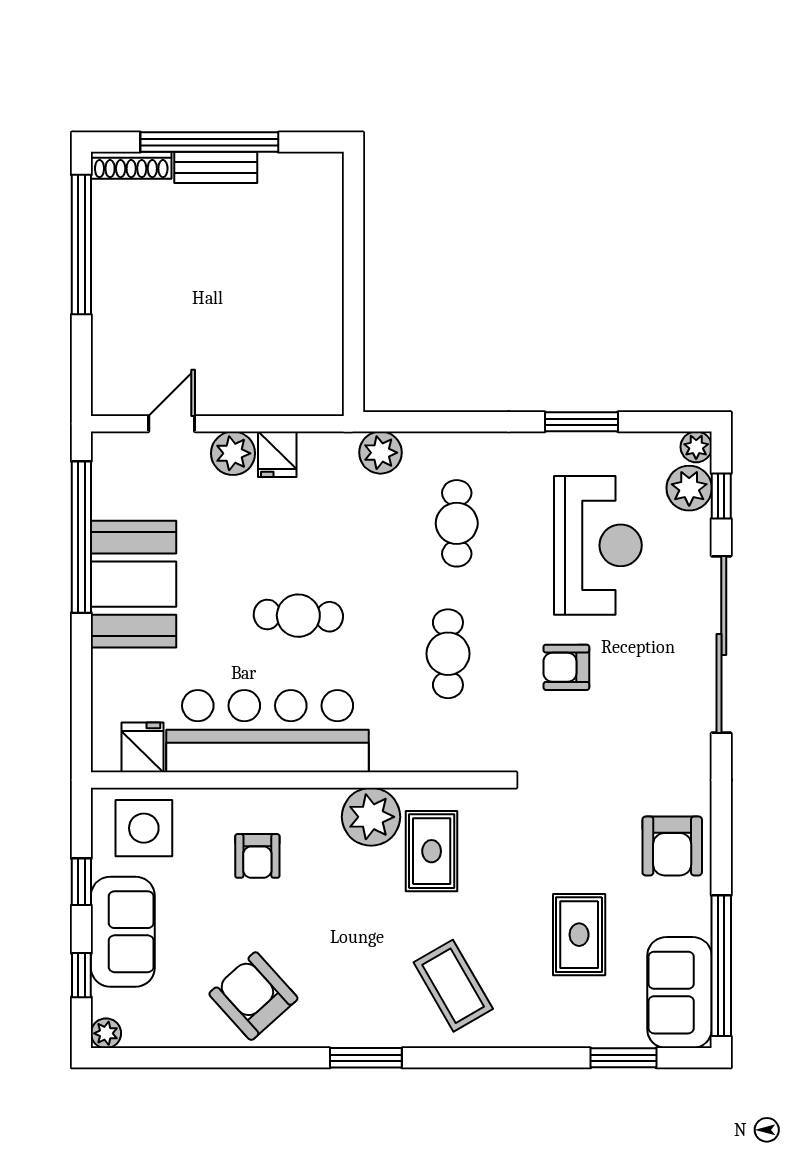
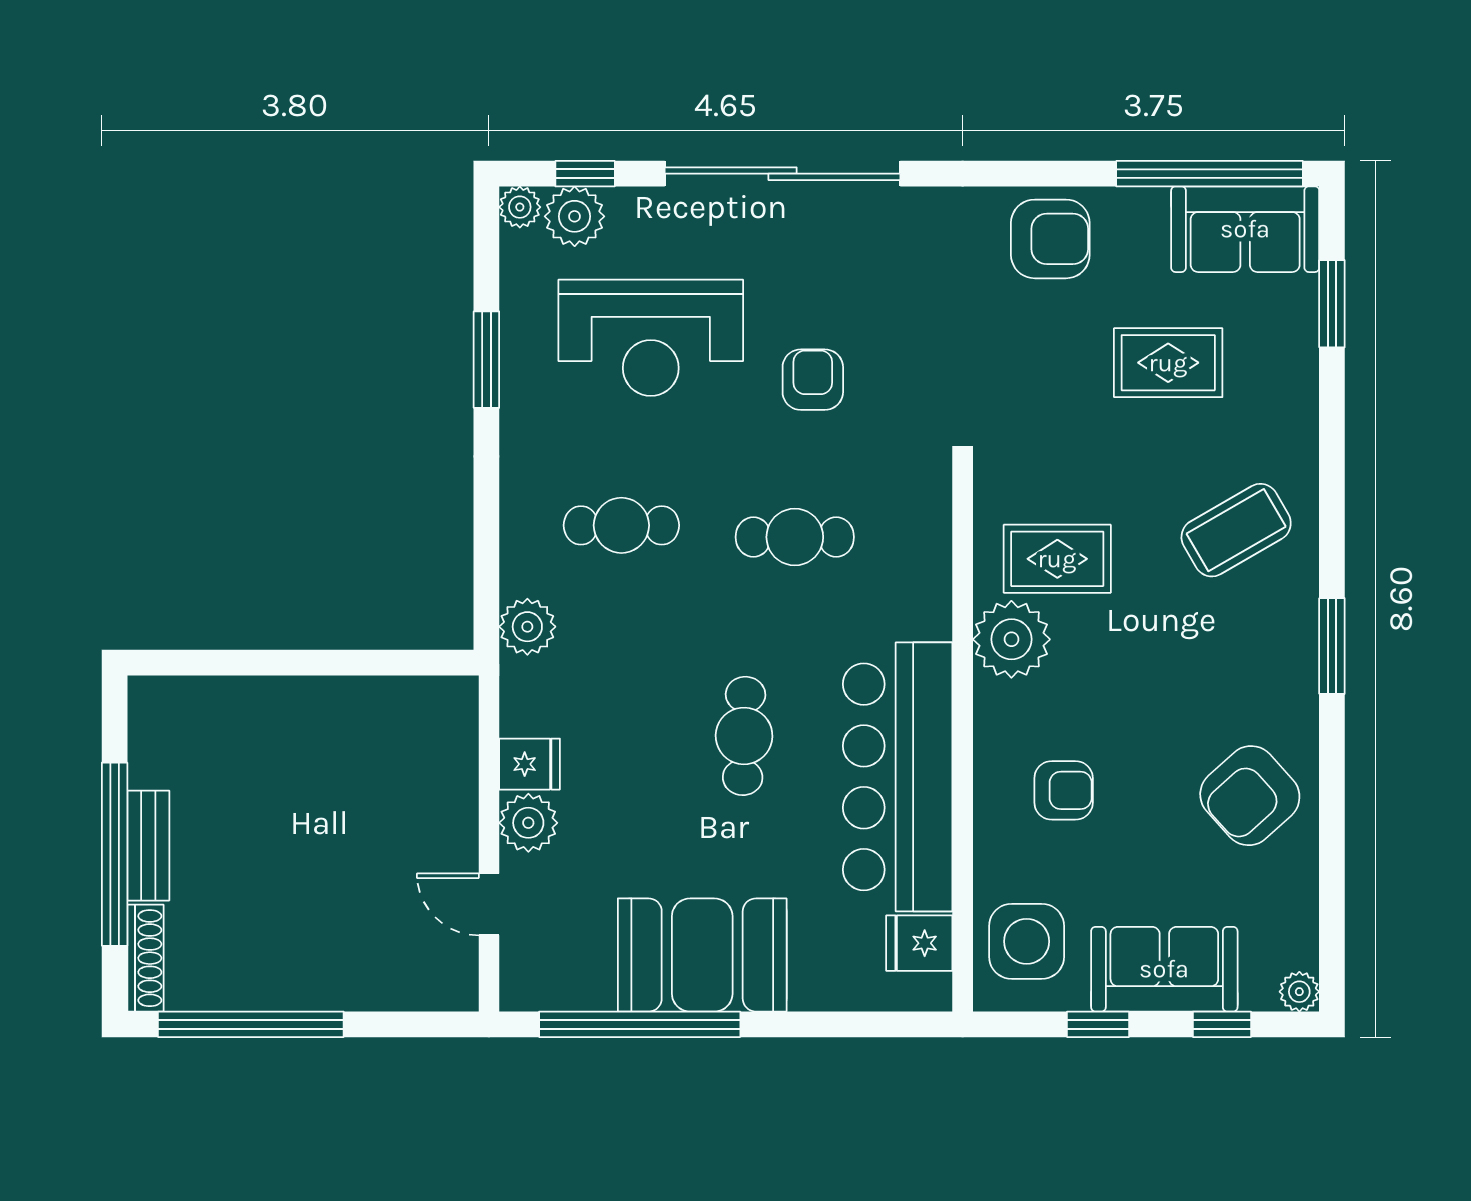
reception desk: (598, 545) -> (651, 338), turned 180
armchair: (566, 667) -> (813, 380), turned 180

